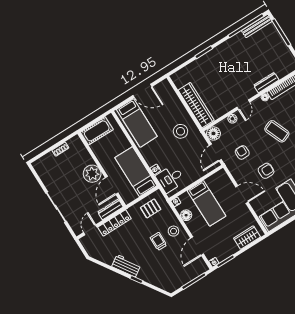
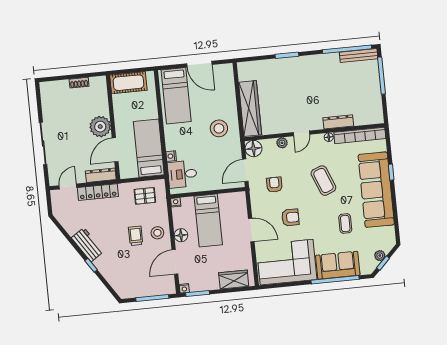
floor lamp: (186, 215) -> (181, 235), moved

